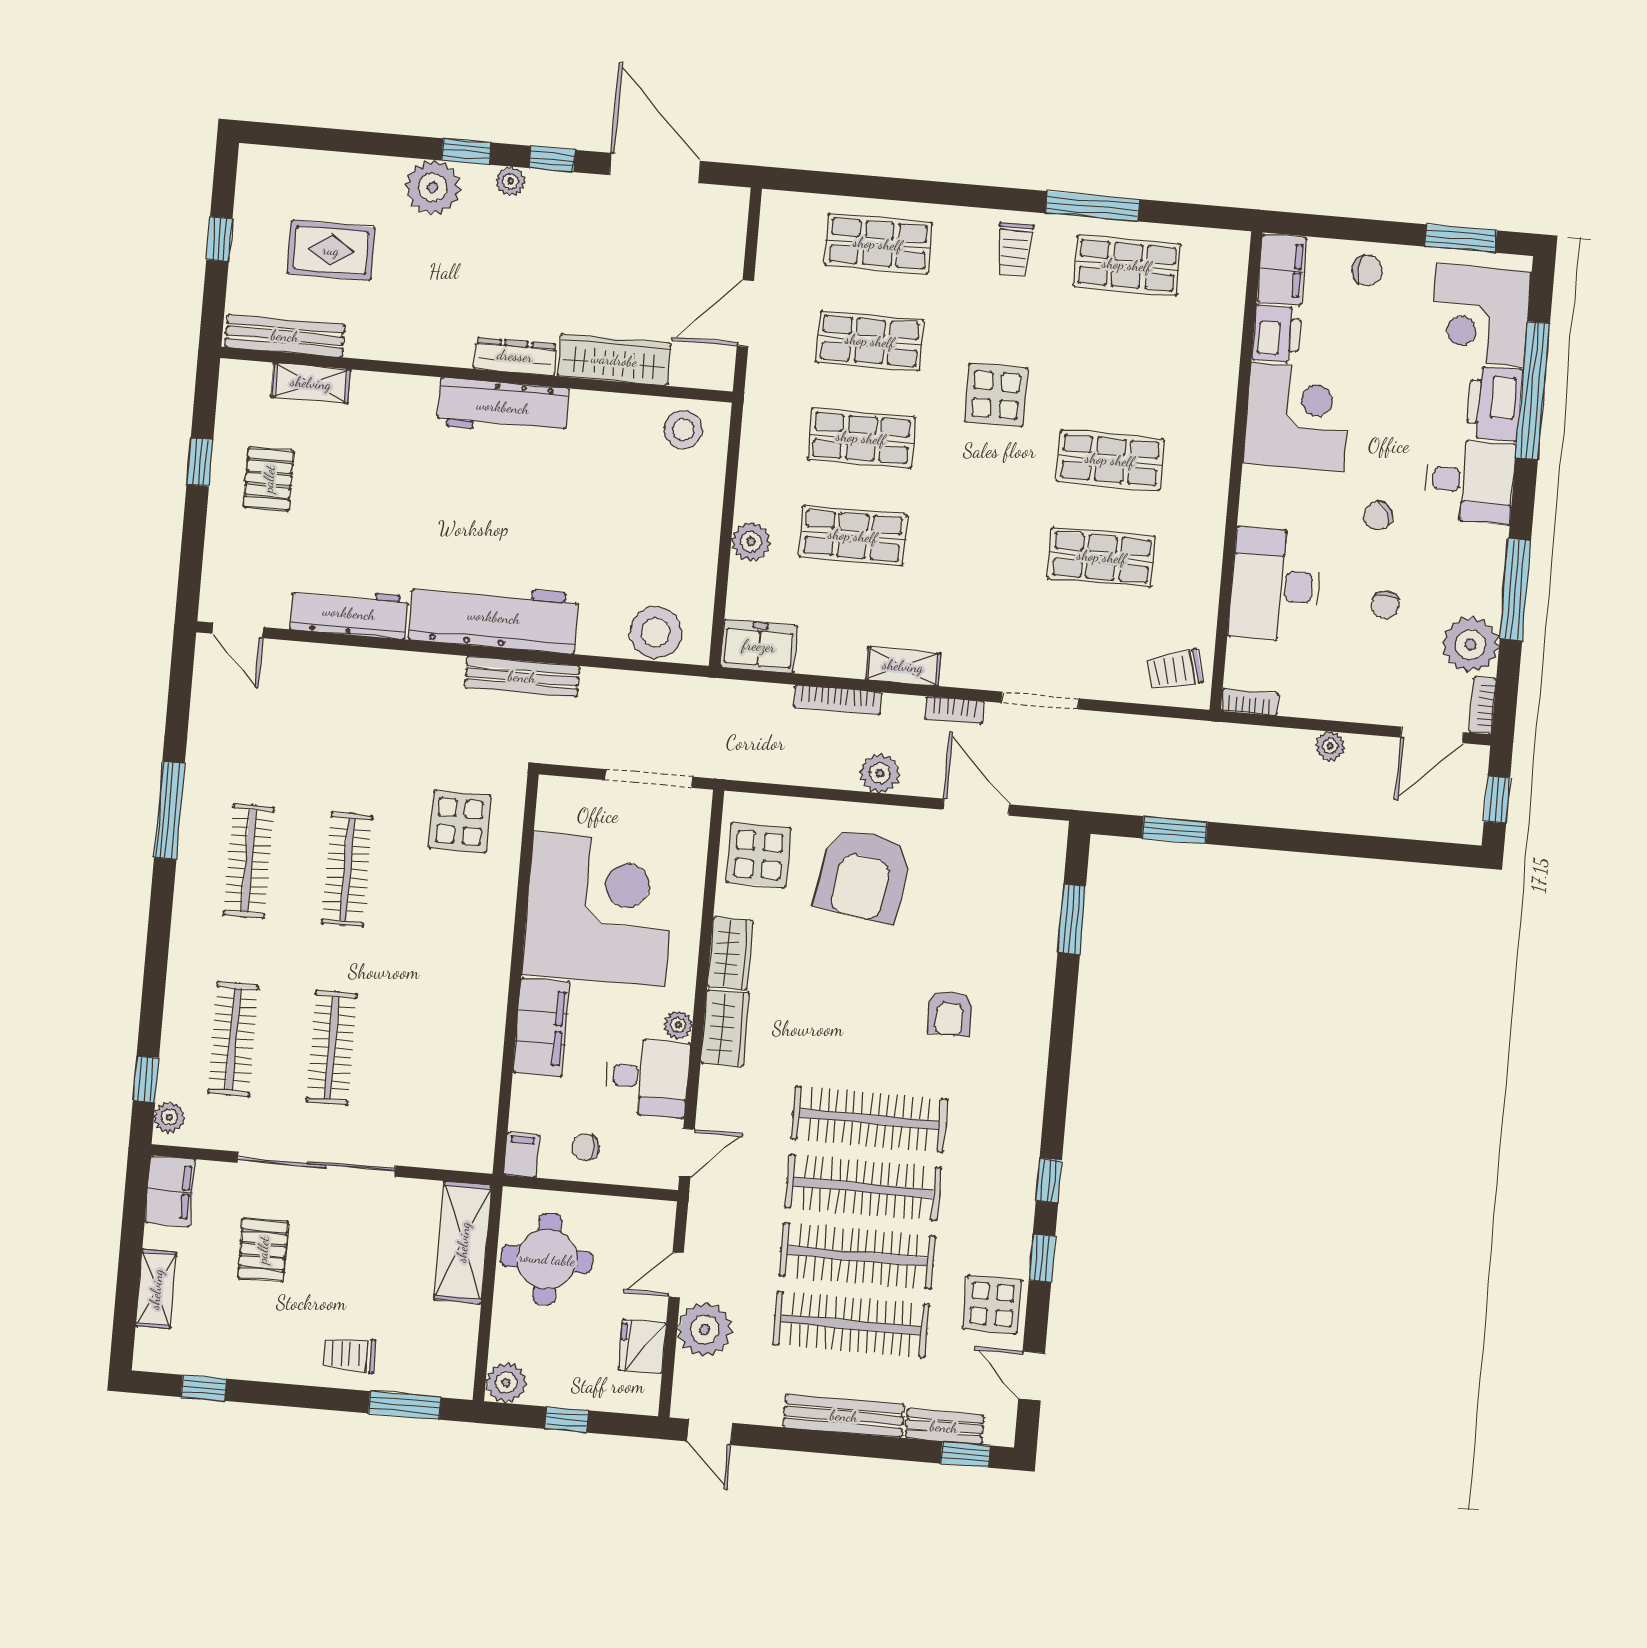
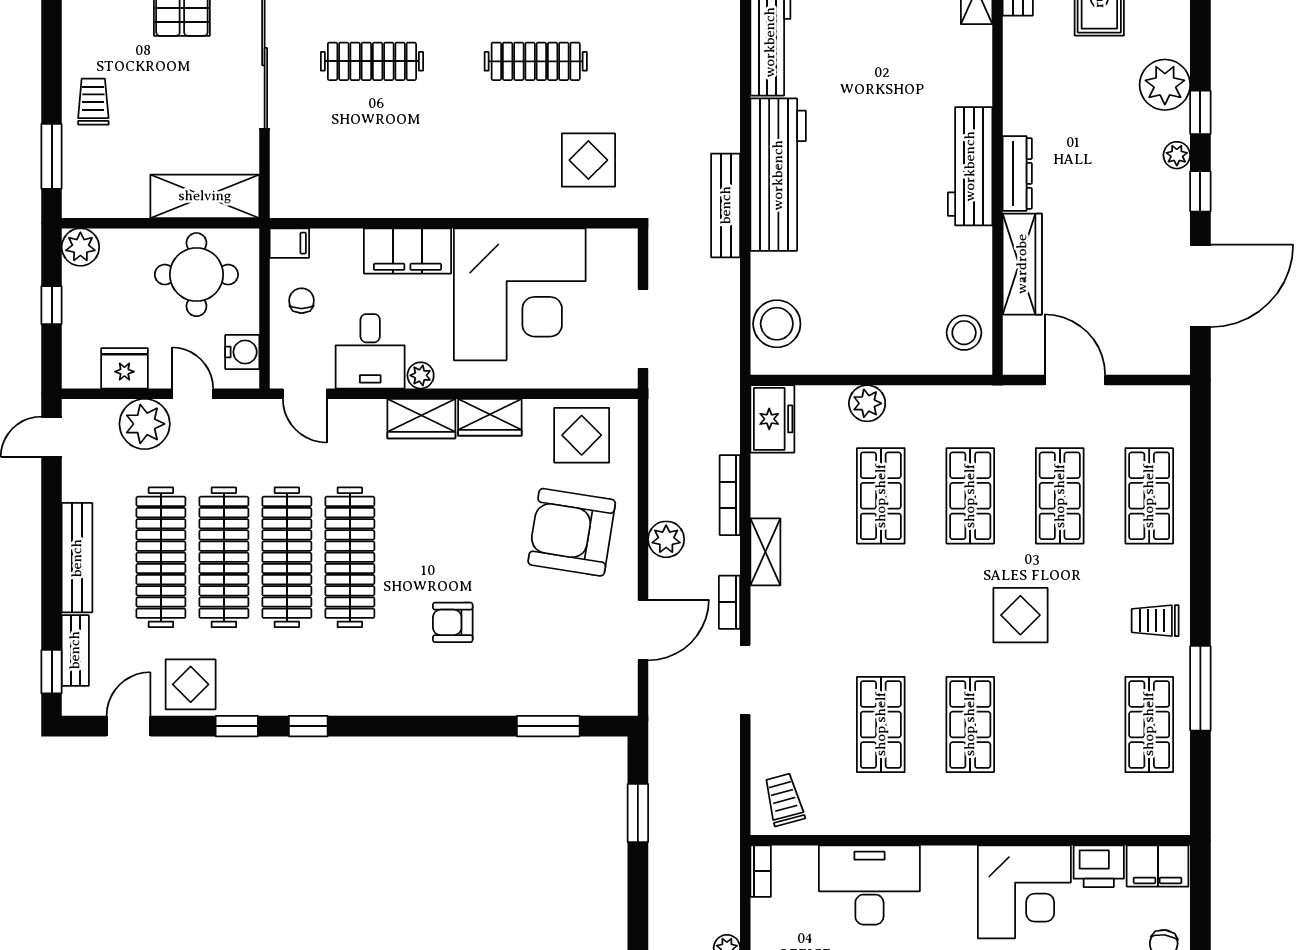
water cooler: (636, 1216) -> (242, 352), added

